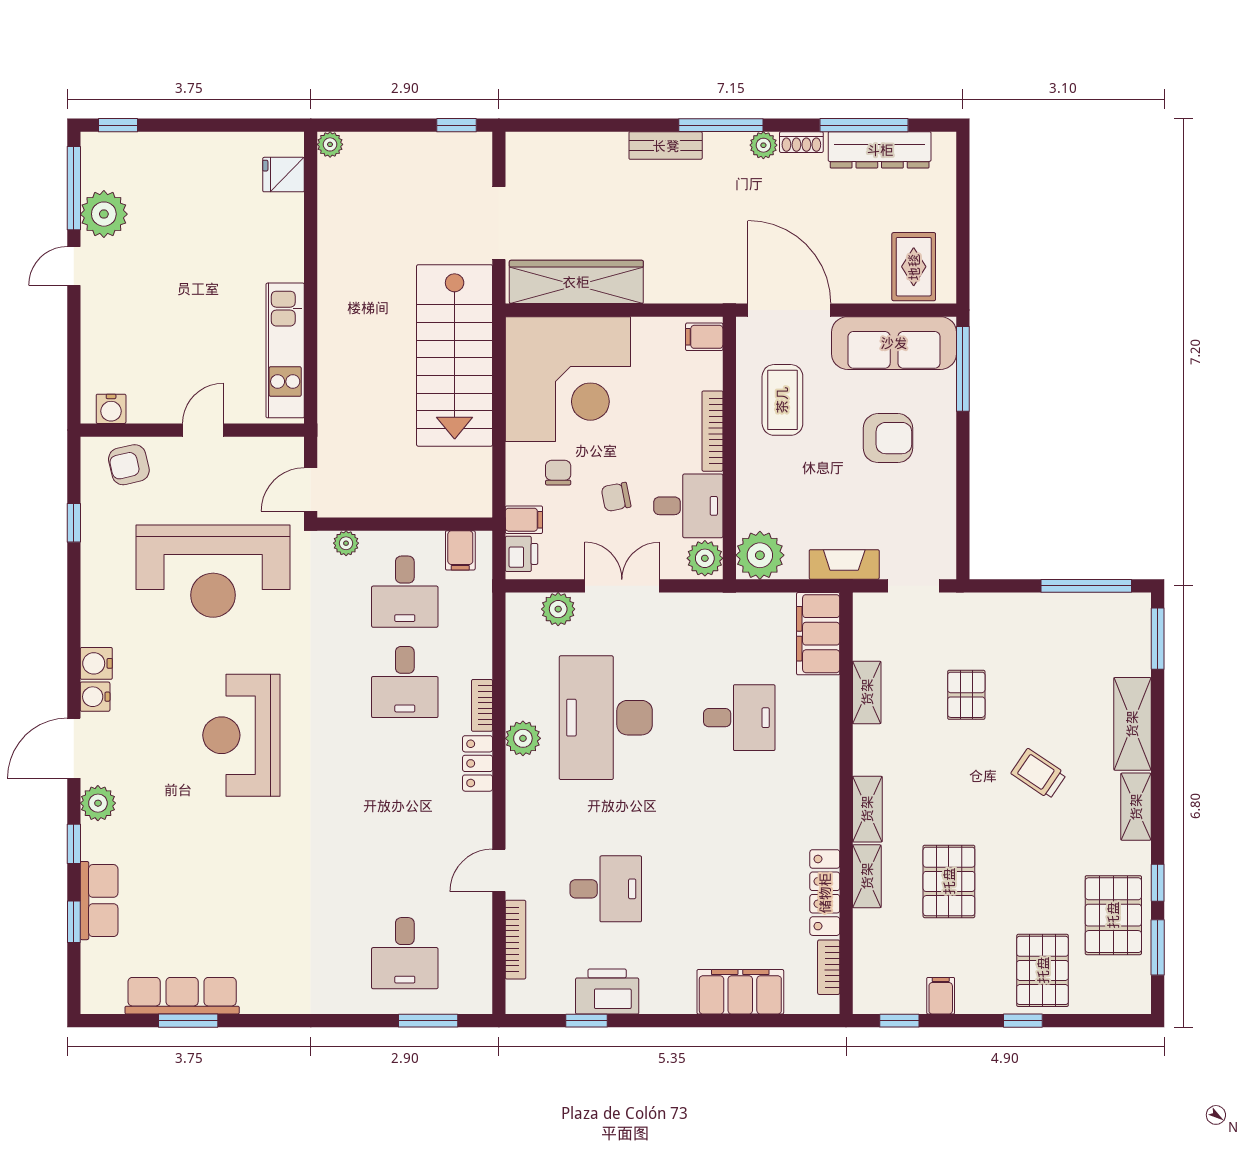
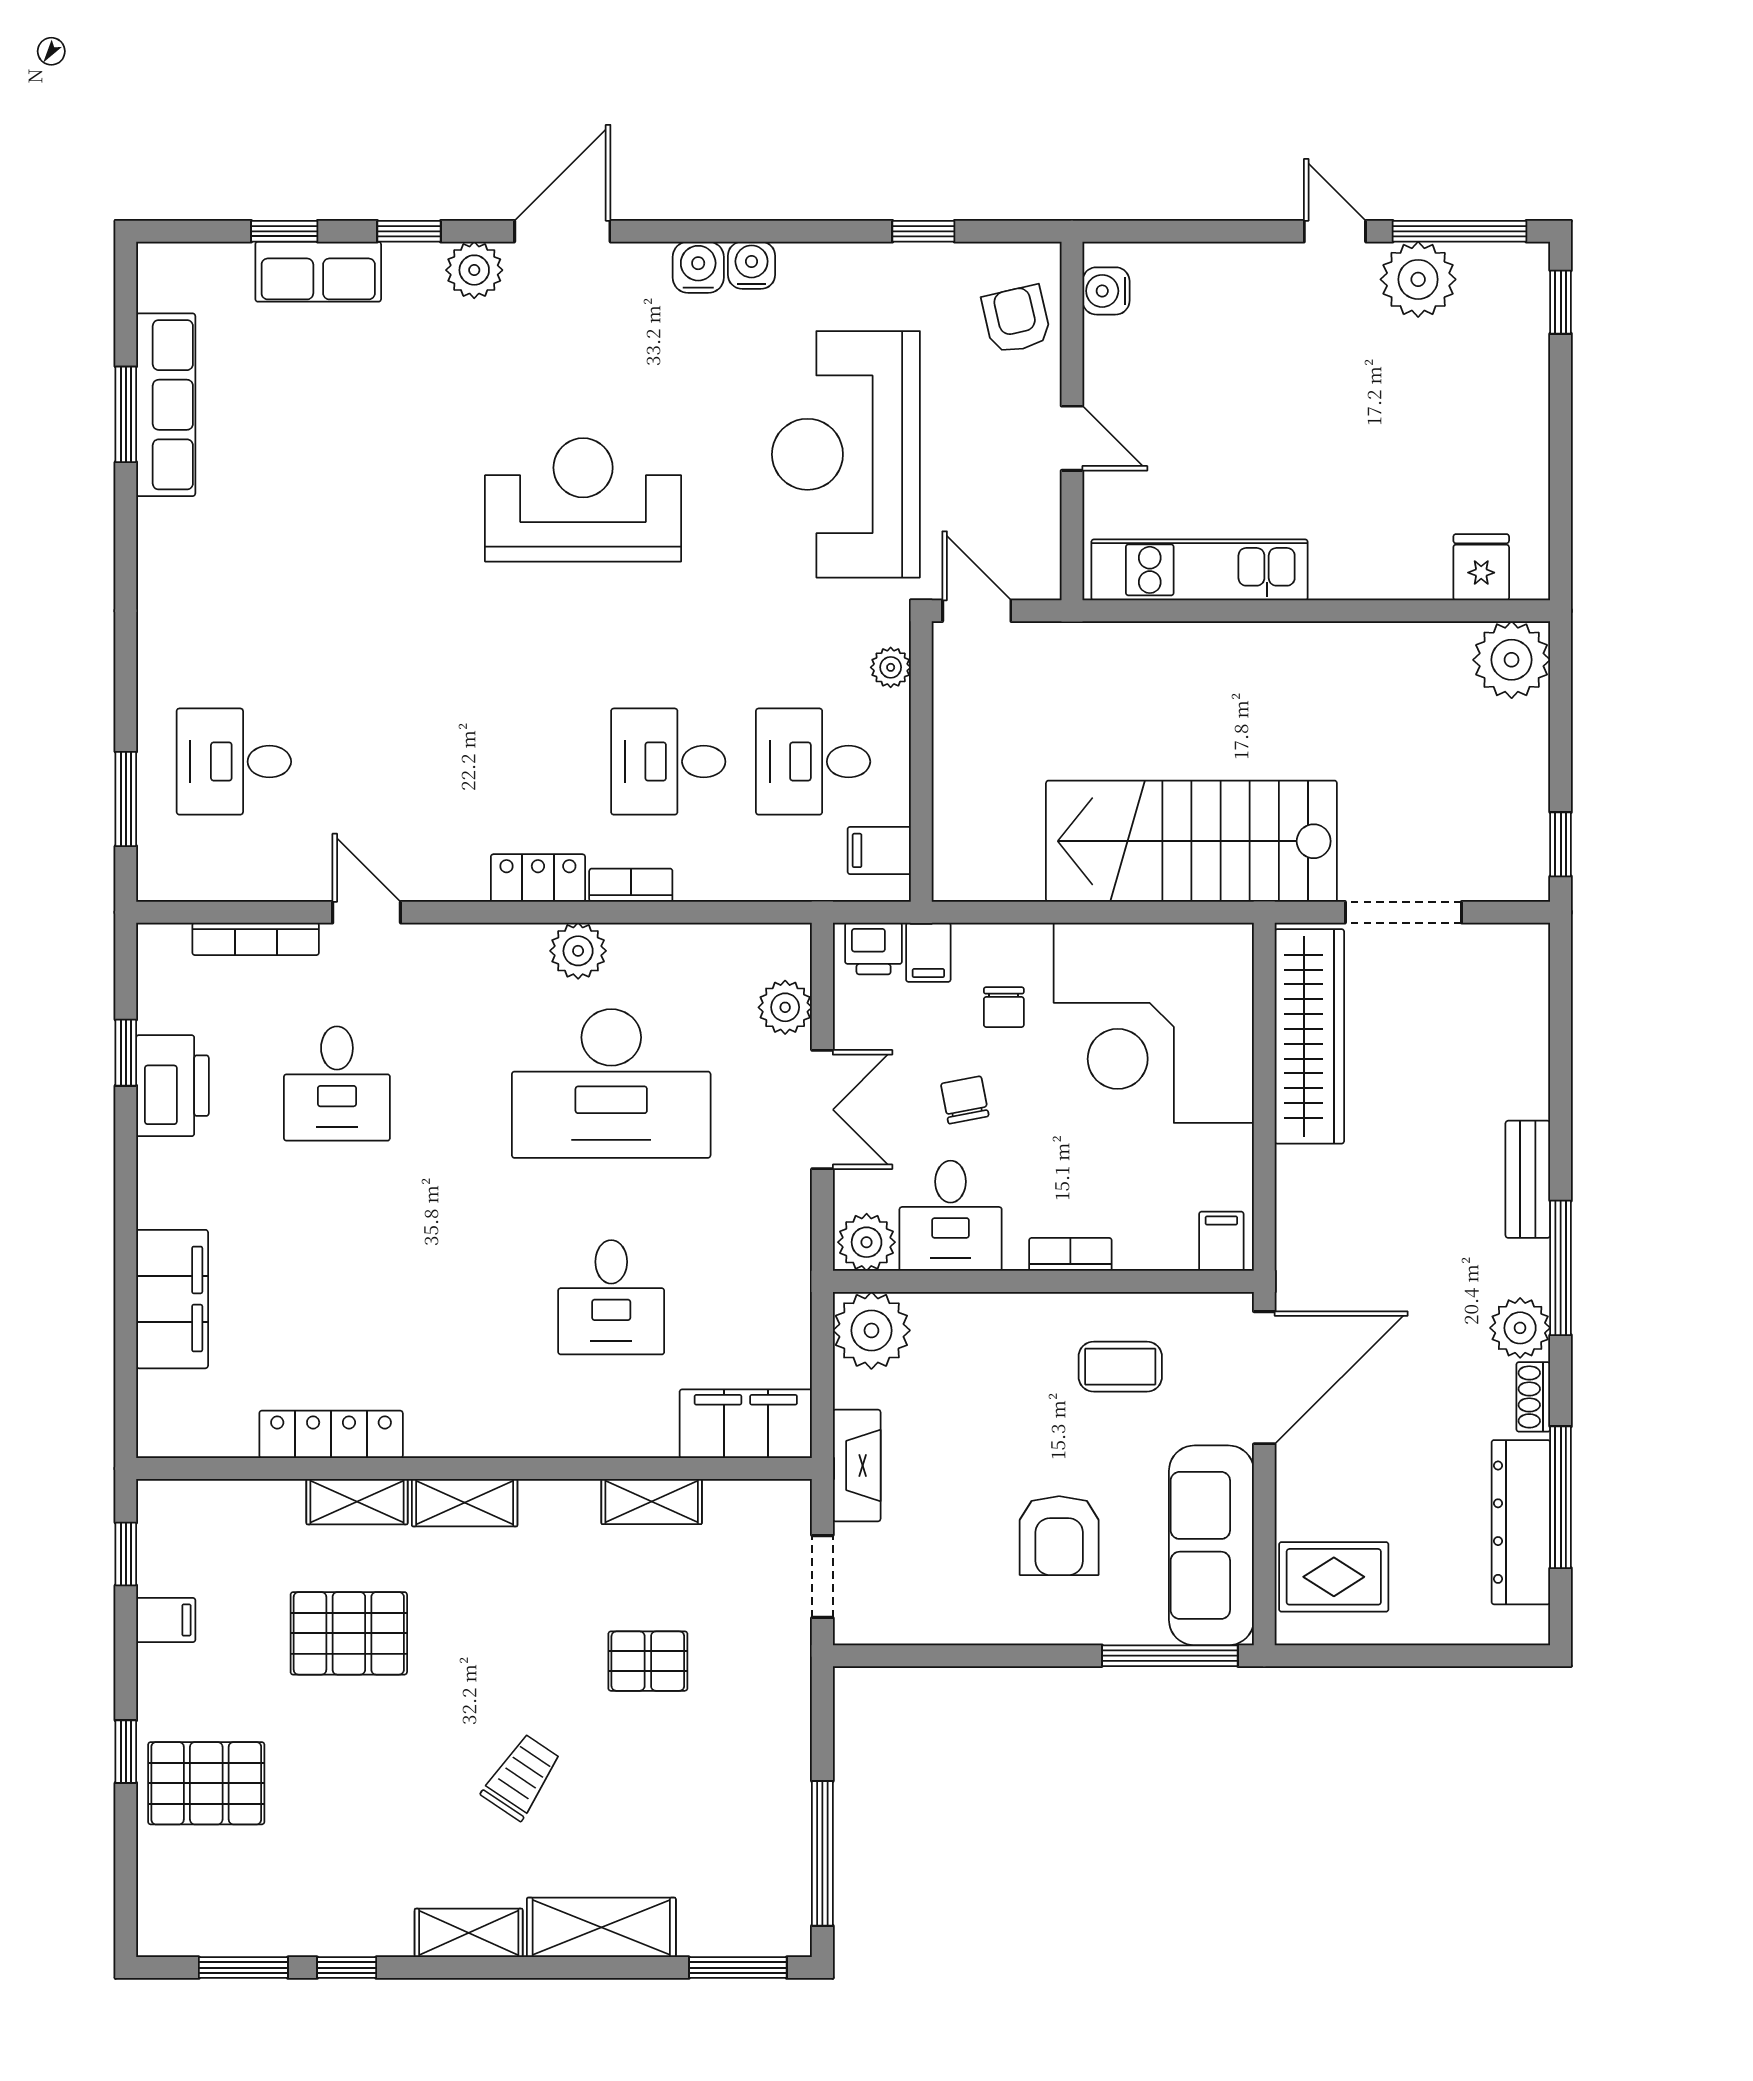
plant: (330, 144) -> (1512, 660), width x1.88, depth x1.88
plant: (763, 145) -> (1520, 1328), width x1.38, depth x1.38
coffee table: (782, 400) -> (1120, 1367), width x0.73, depth x0.77
bookcase: (712, 431) -> (1070, 1254), width x0.64
chair: (558, 473) -> (1004, 1007), turned 90
water cooler: (95, 697) -> (752, 265), moved
desk: (606, 718) -> (611, 1083), turned 180
door: (74, 748) -> (562, 231), hinge flipped
pallet: (1113, 915) -> (295, 1897), removed
bookcase: (829, 967) -> (211, 1441), removed

